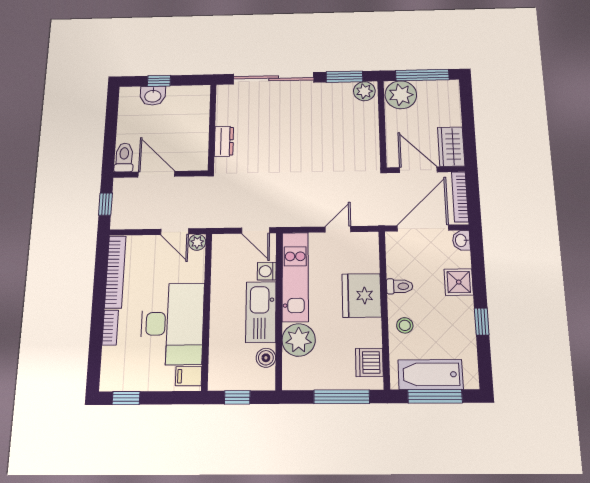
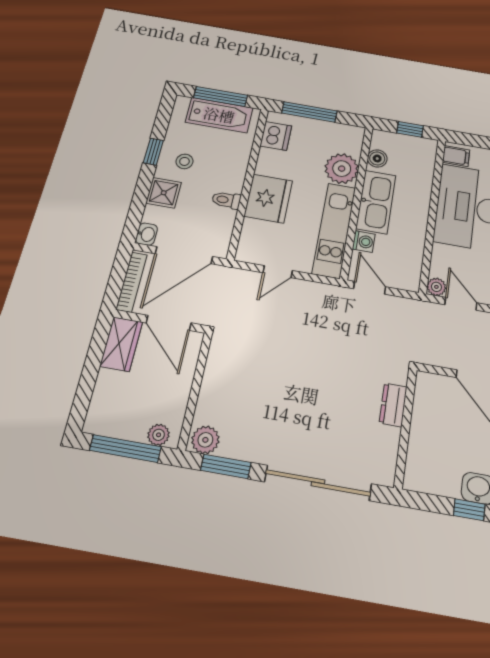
plant: (401, 95) -> (159, 435), width x0.53, depth x0.53
stool: (405, 325) -> (184, 161), moved

